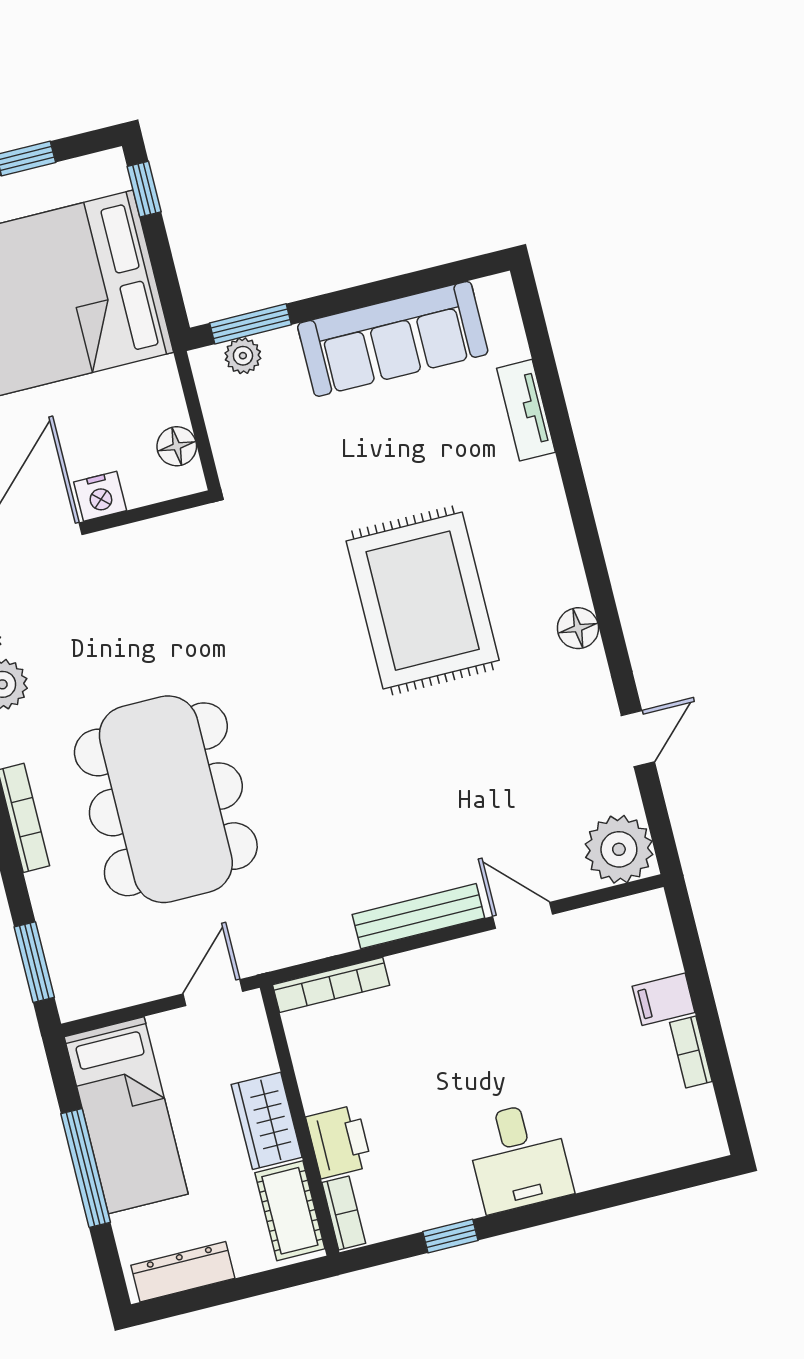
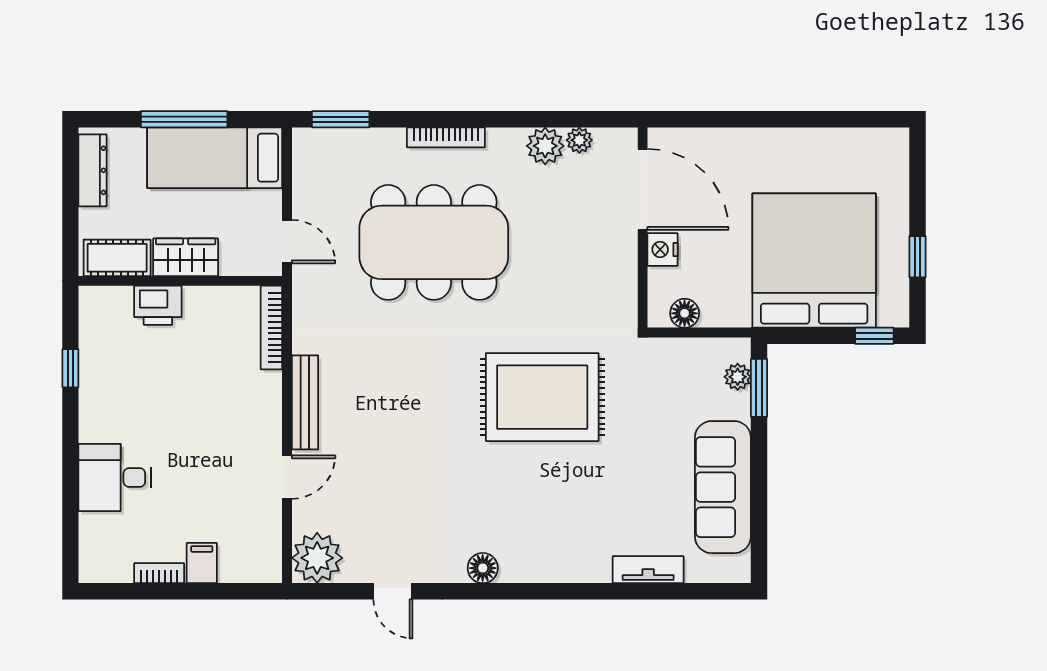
rug: (423, 601) -> (542, 397), moved
desk: (519, 1157) -> (115, 478), moved
bookcase: (344, 1213) -> (106, 296), removed

